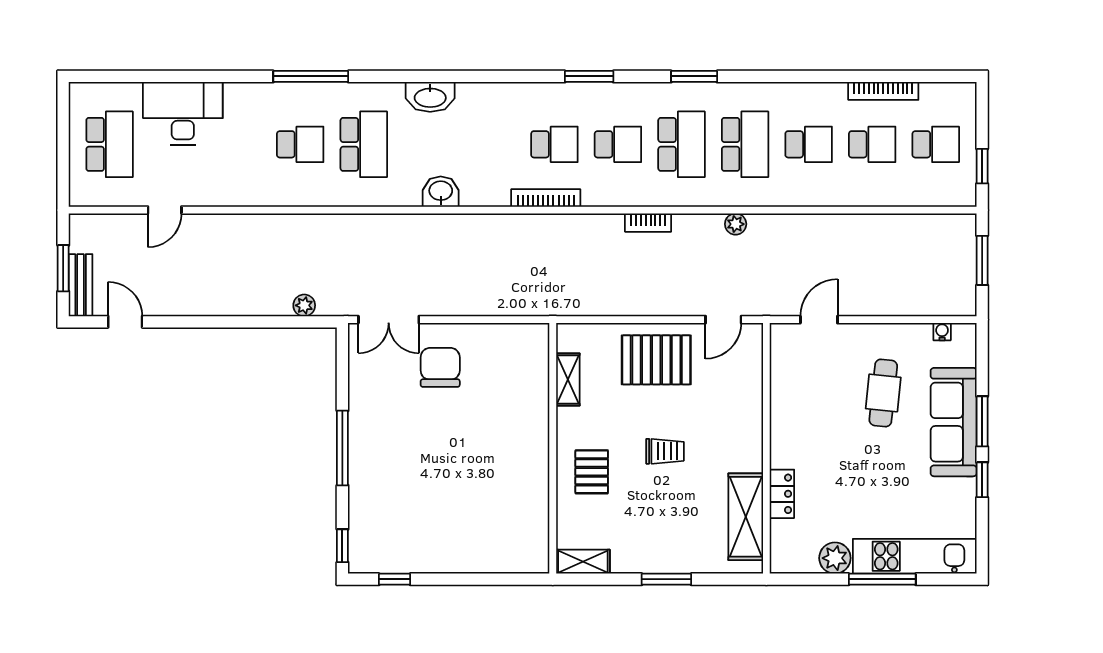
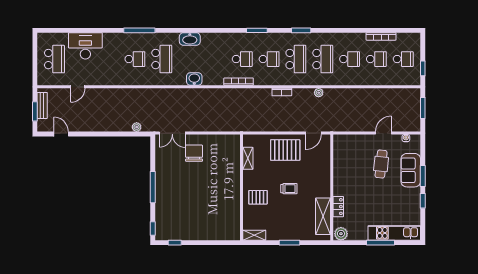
bench: (81, 285) -> (42, 105), moved
door: (819, 320) -> (383, 133), moved
sofa: (954, 422) -> (411, 170), width x0.73
pallet: (592, 472) -> (258, 197), turned 90
plant: (835, 558) -> (341, 234), moved

